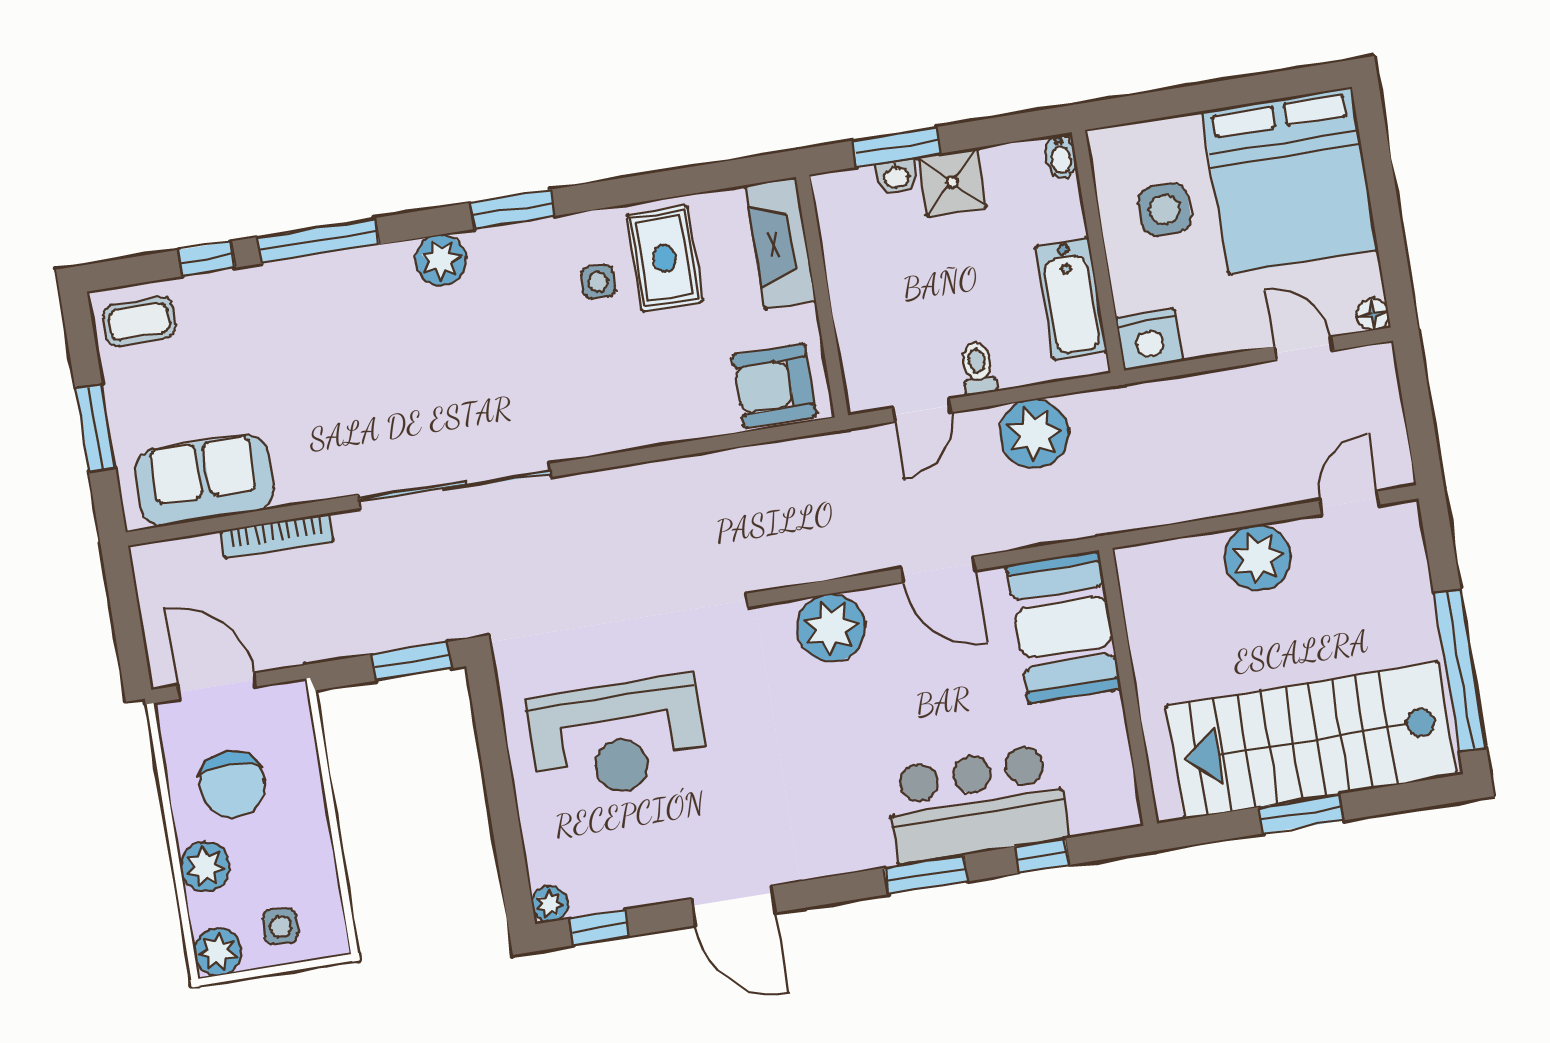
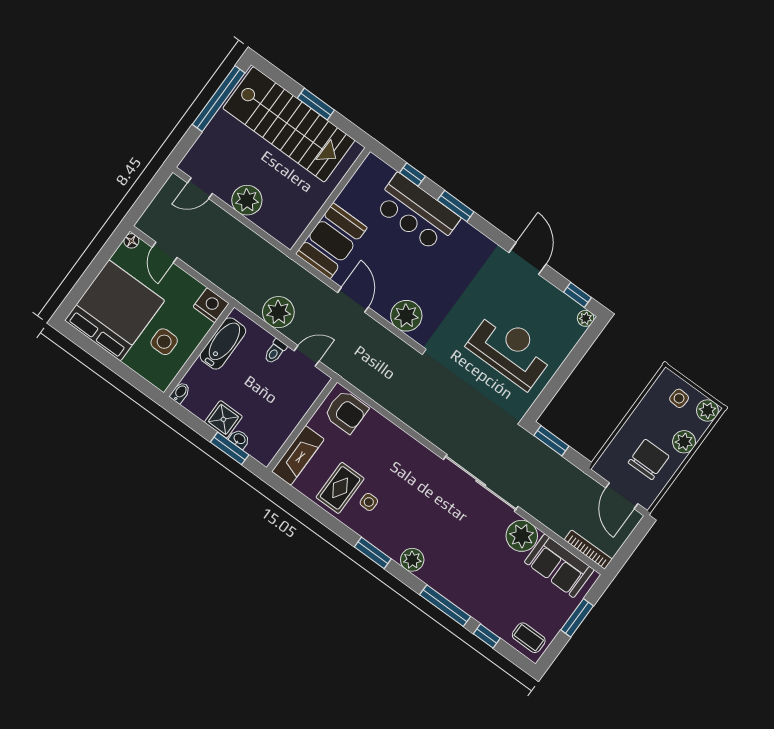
plant: (309, 468) -> (522, 536), added
bookcase: (277, 536) -> (588, 550), moved

